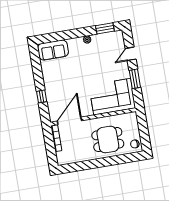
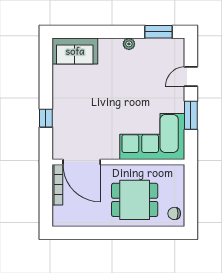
door: (69, 121) -> (82, 162), swing flipped

